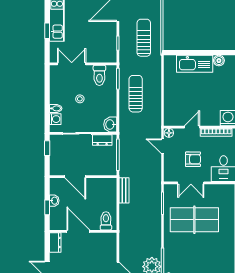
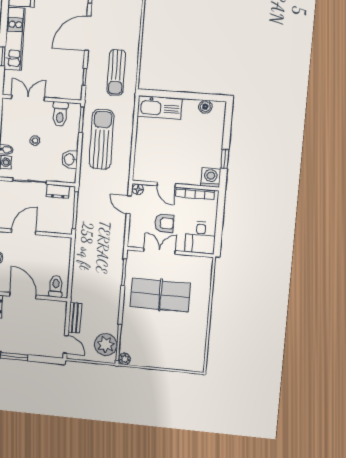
sun lounger: (144, 38) -> (116, 72), turned 180
kitchen sink: (195, 64) -> (160, 107), moved
sun lounger: (136, 94) -> (102, 139), width x1.36, depth x1.34
washbasin: (110, 124) -> (70, 159), moved
door: (192, 127) -> (166, 185), swing flipped
door: (75, 177) -> (24, 232), swing flipped
double door: (191, 183) -> (160, 251), swing flipped
bench: (124, 190) -> (75, 318), moved

